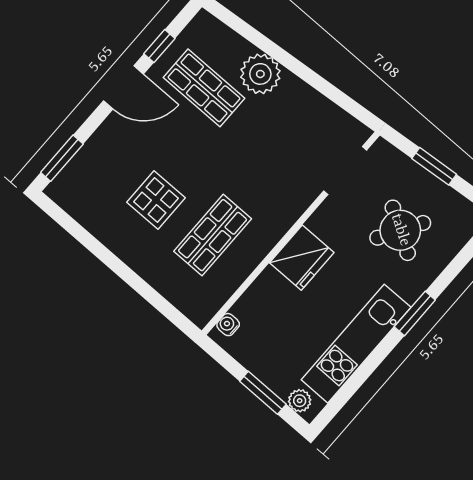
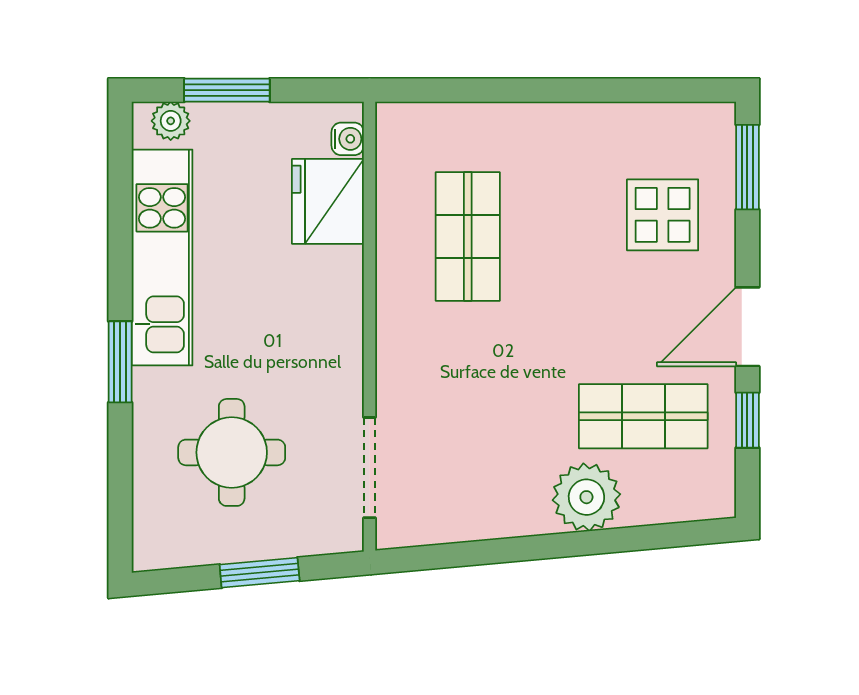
display table: (156, 200) -> (663, 215), moved
round table: (400, 230) -> (232, 452), turned -31
fridge: (302, 258) -> (328, 201), moved

